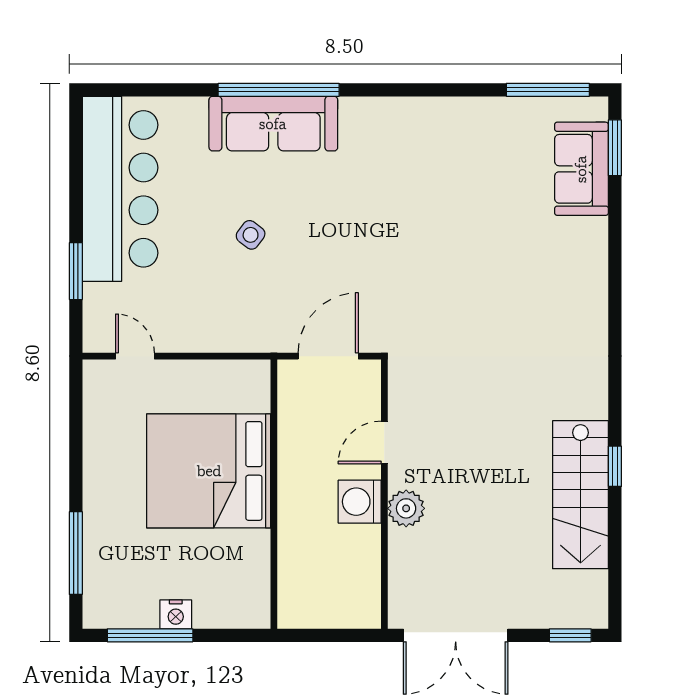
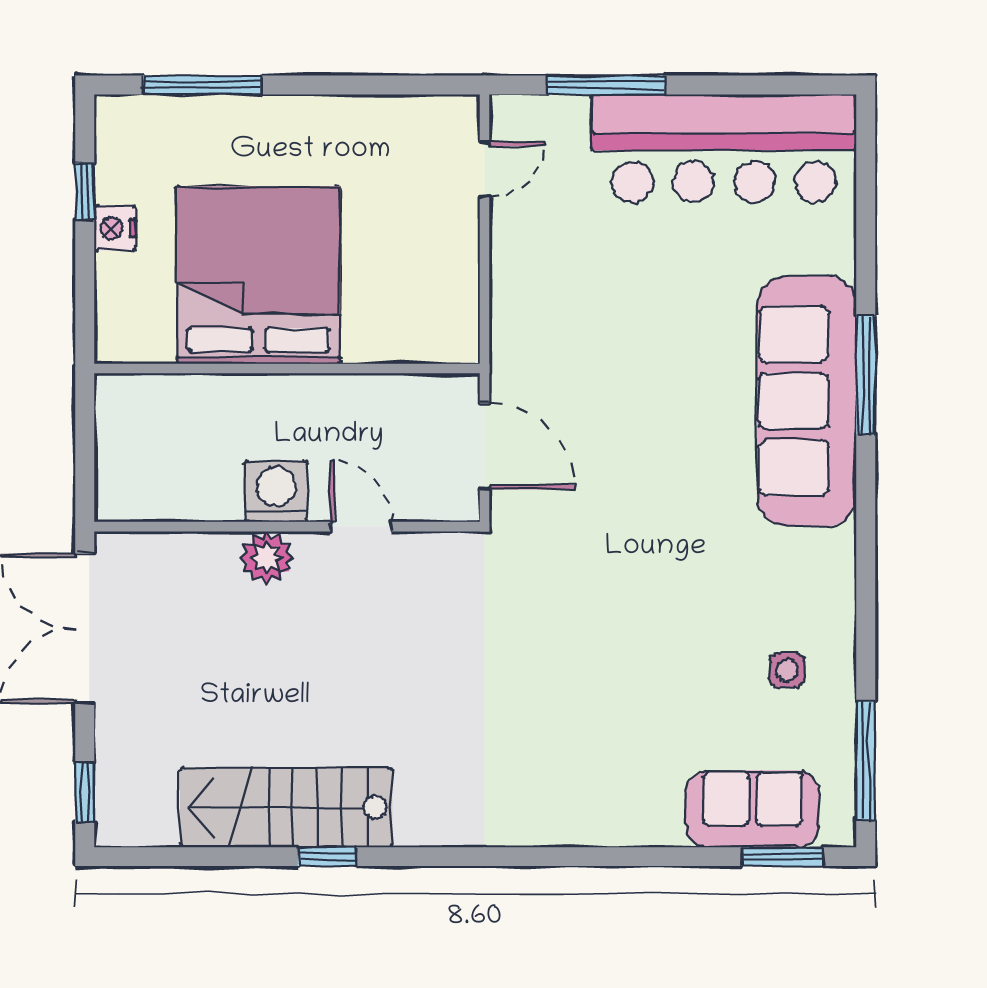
window: (279, 90) -> (866, 375), width x0.68
sofa: (273, 124) -> (807, 401), width x1.36, depth x1.27
side table: (251, 235) -> (787, 670), moved, turned -37
window: (76, 271) -> (606, 85), width x1.44
bed: (209, 471) -> (259, 275), moved
window: (150, 635) -> (85, 191), width x0.46

